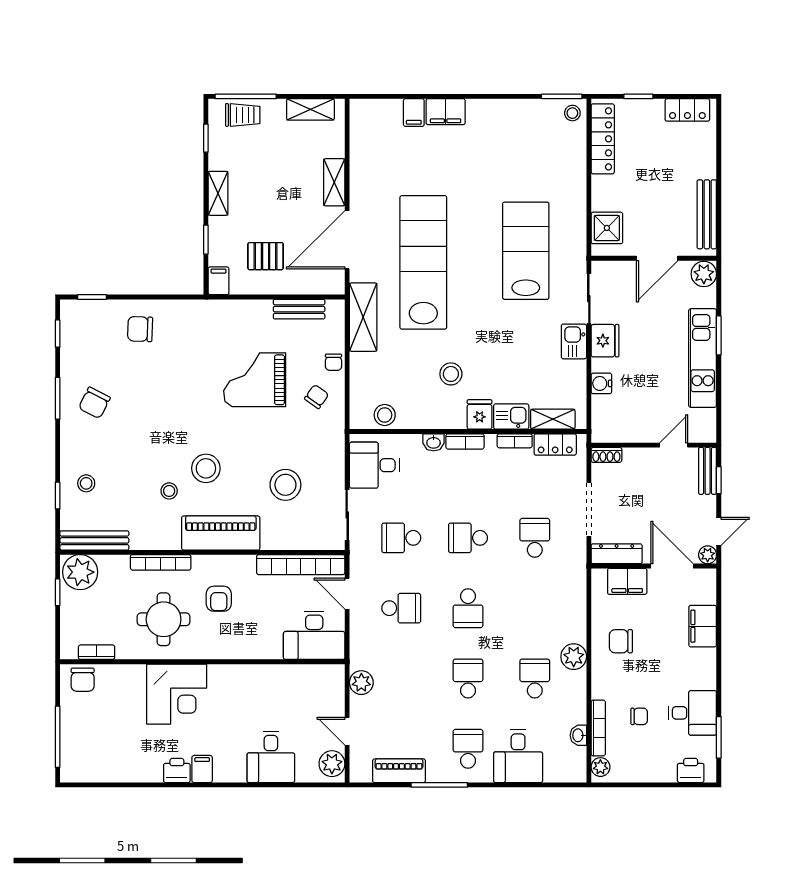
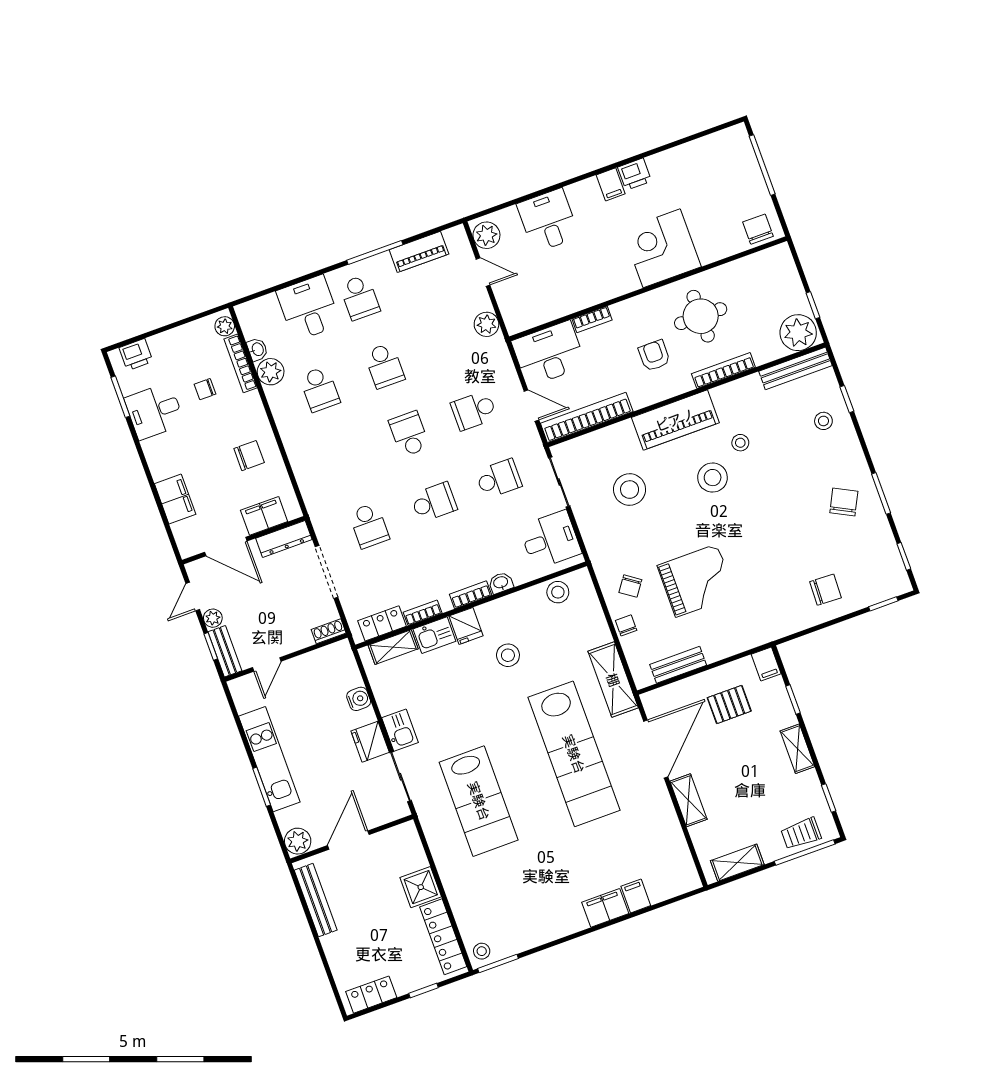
shower: (607, 228) -> (421, 887), moved
plant: (708, 555) -> (213, 618), moved
bookcase: (97, 652) -> (592, 319), moved
plant: (574, 657) -> (271, 372), moved

